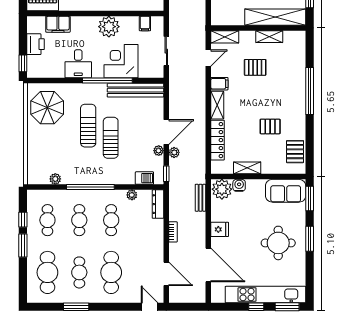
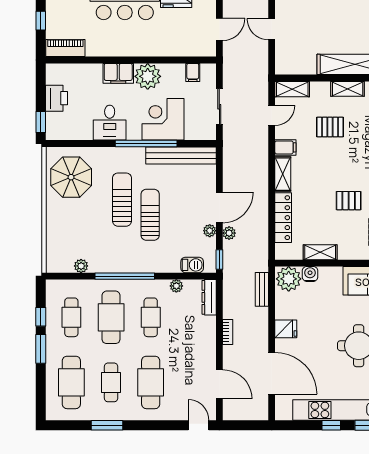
filing cabinet: (58, 24) -> (118, 73), moved
cafe table: (79, 220) -> (111, 317), width x1.37, depth x1.35

